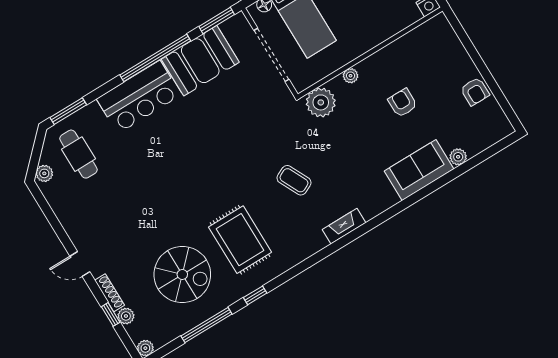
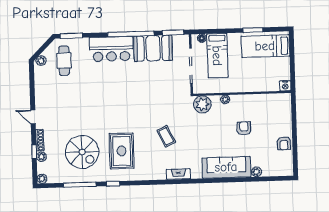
sofa: (419, 170) -> (226, 167), width x1.36

